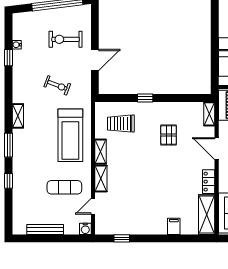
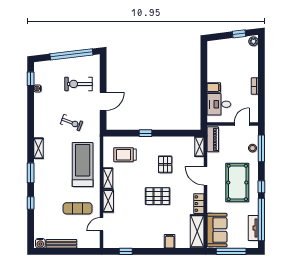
window: (9, 58) -> (31, 79), moved
treadmill: (70, 135) -> (83, 165), turned 180
pallet: (160, 173) -> (158, 196), added
water cooler: (85, 229) -> (40, 243), moved

